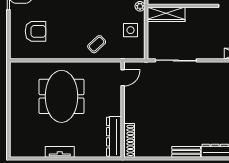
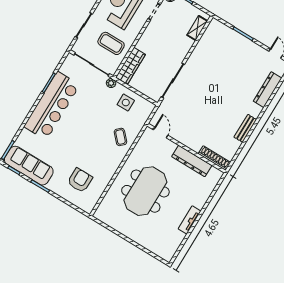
meeting table: (62, 96) -> (145, 191), turned 90
dresser: (114, 137) -> (192, 161), moved
bench: (186, 152) -> (245, 128), moved

